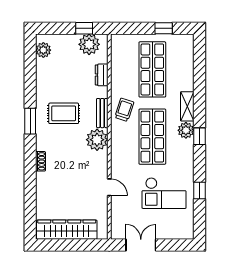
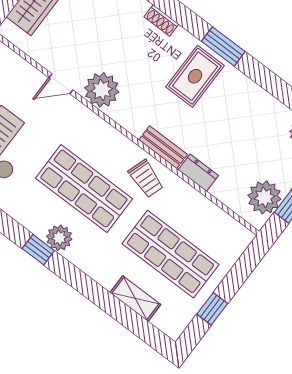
dresser: (102, 75) -> (198, 173), moved
shelving: (187, 106) -> (135, 299), moved
rug: (64, 113) -> (195, 76), moved
plant: (97, 140) -> (102, 90), moved

